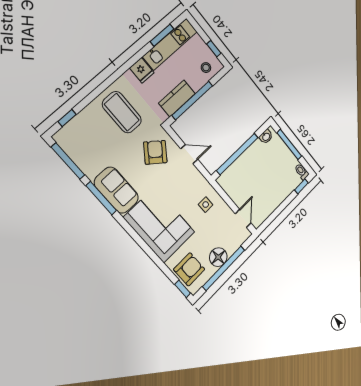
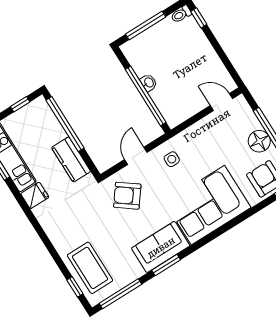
stool: (206, 68) -> (41, 118), removed
window: (192, 100) -> (65, 124), moved
coffee table: (122, 112) -> (90, 268), moved, turned 90
washbasin: (266, 137) -> (149, 83), moved
window: (101, 198) -> (166, 265), width x0.69
side table: (206, 205) -> (172, 159), moved

